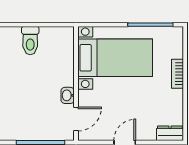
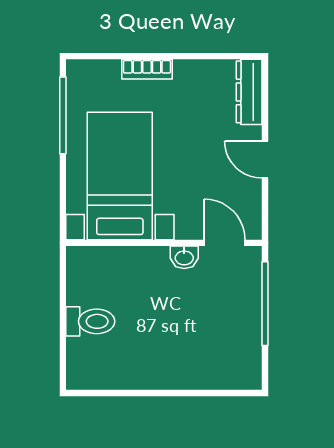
dresser: (170, 133) -> (249, 92), width x1.44

